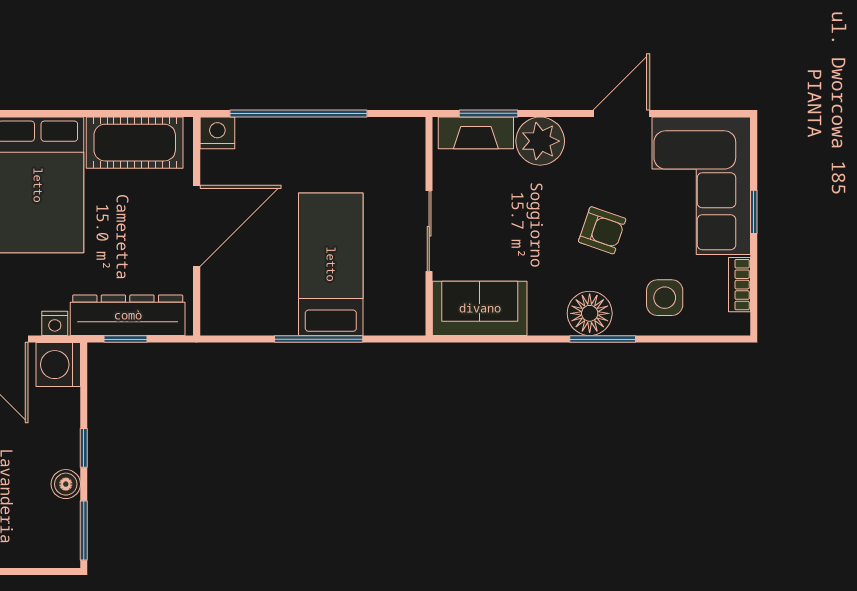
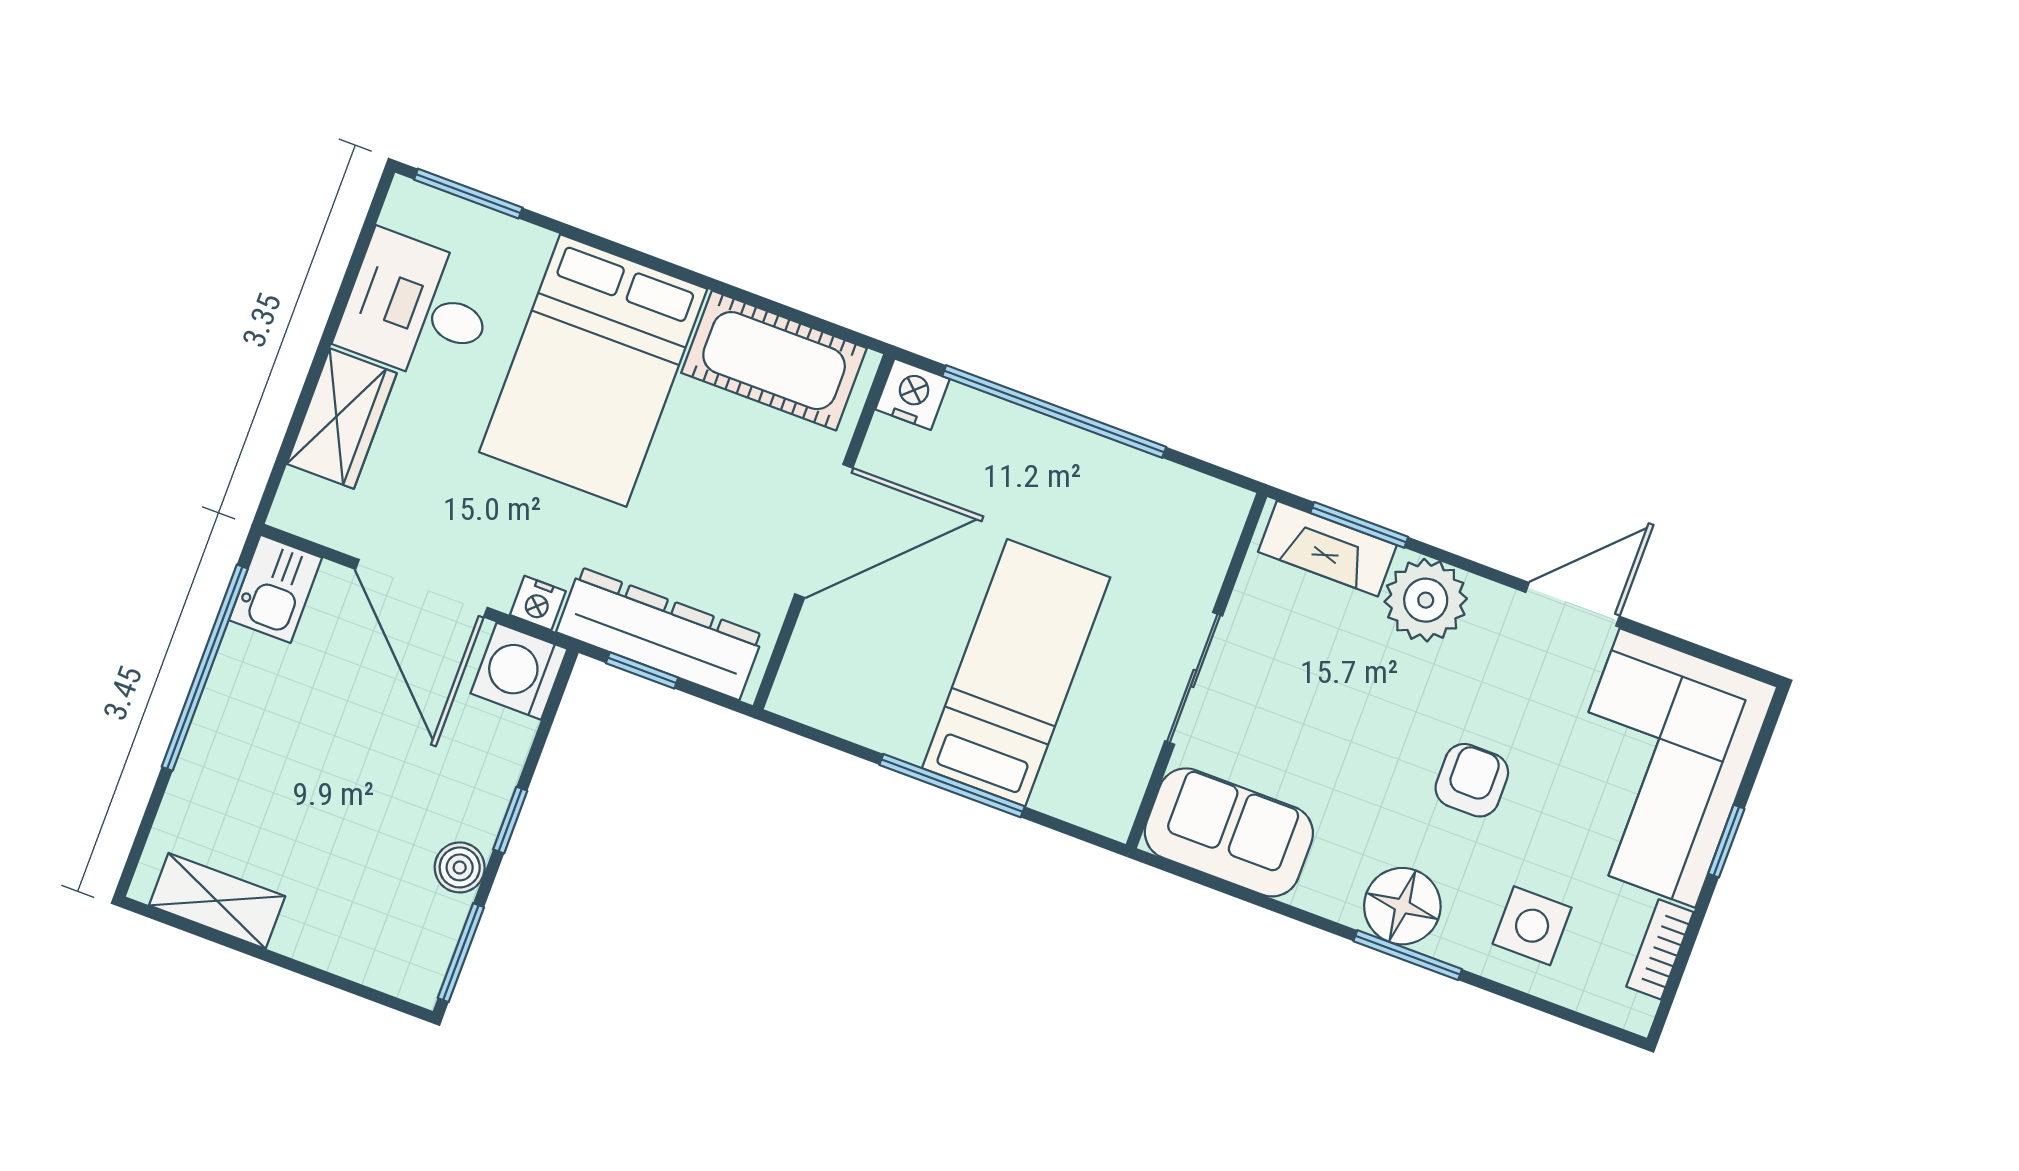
armchair: (602, 230) -> (1472, 780), turned -109

